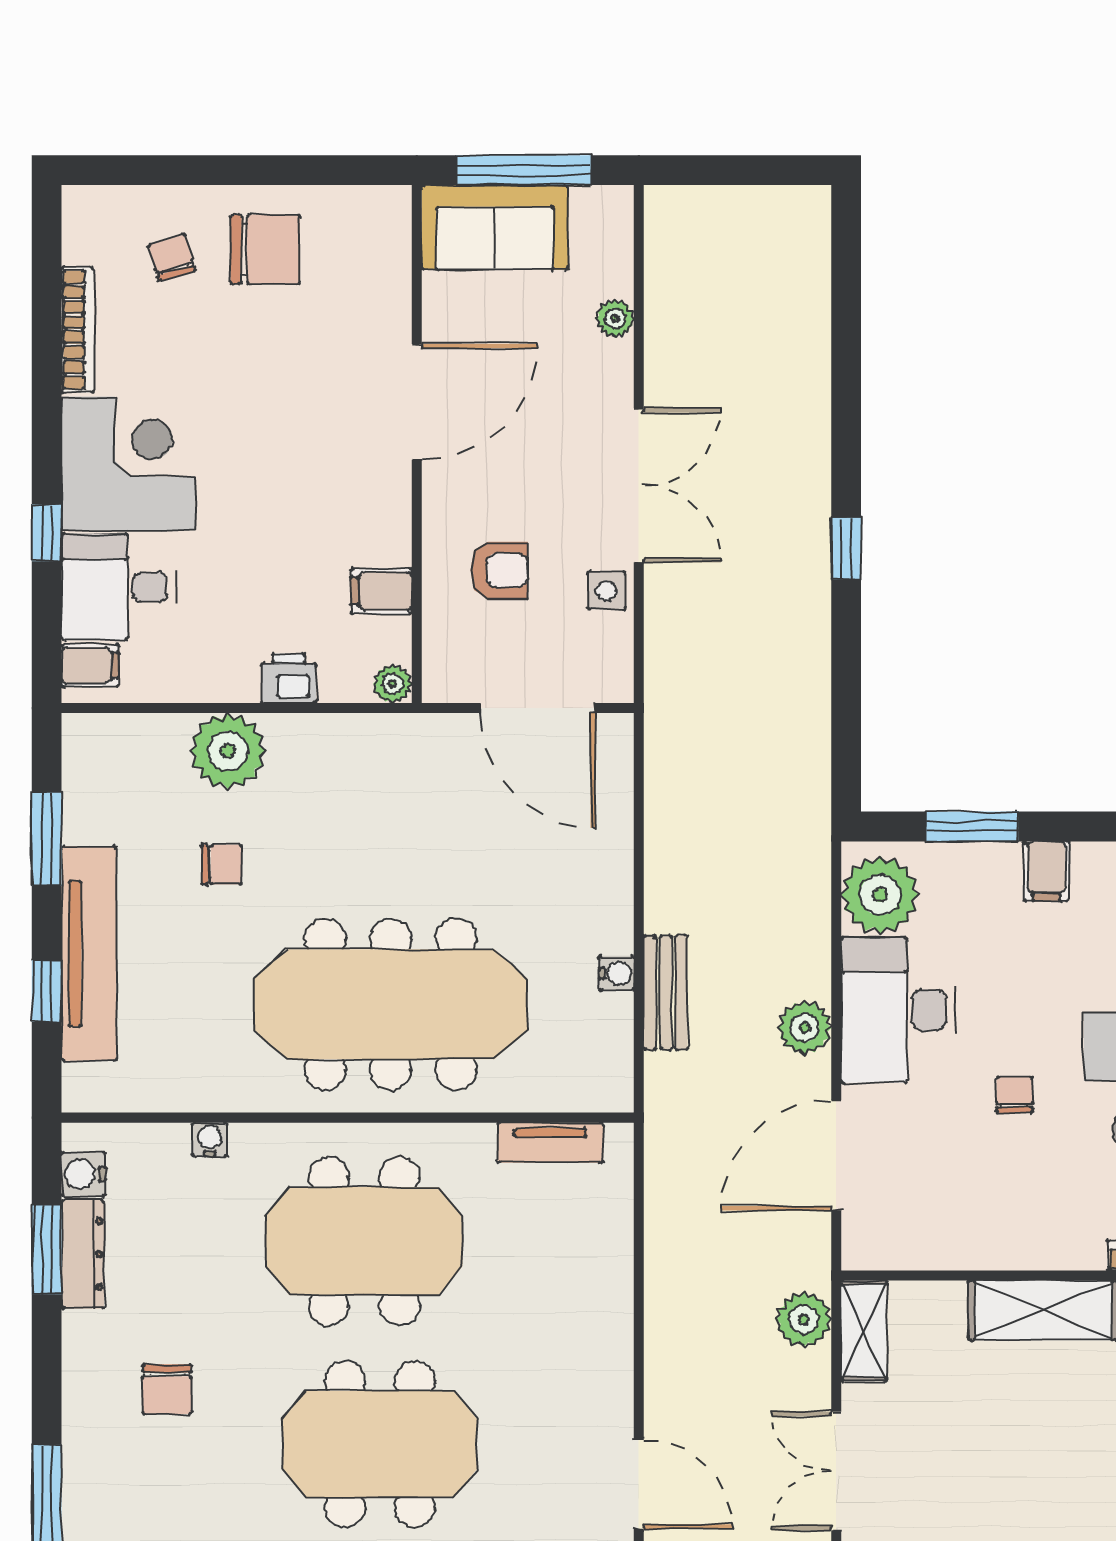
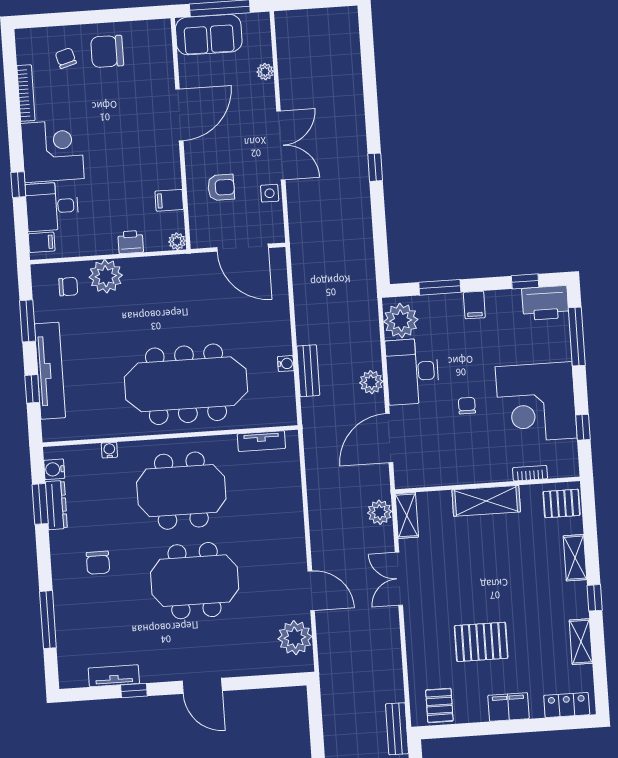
chair: (265, 249) -> (107, 51), turned 180
chair: (221, 864) -> (68, 287), moved

